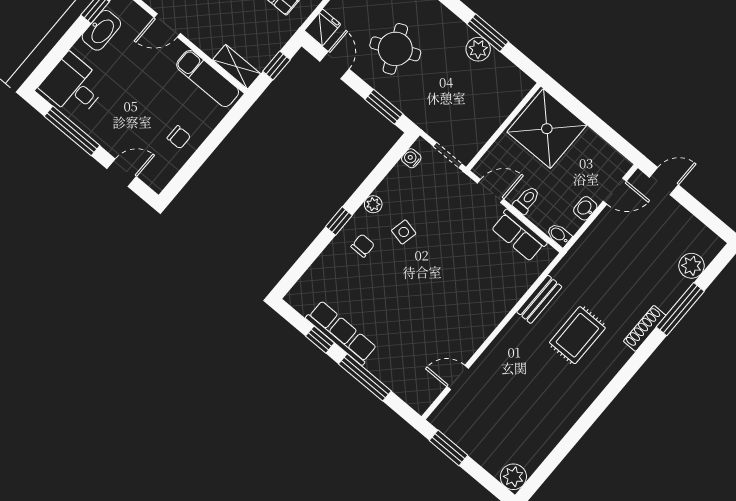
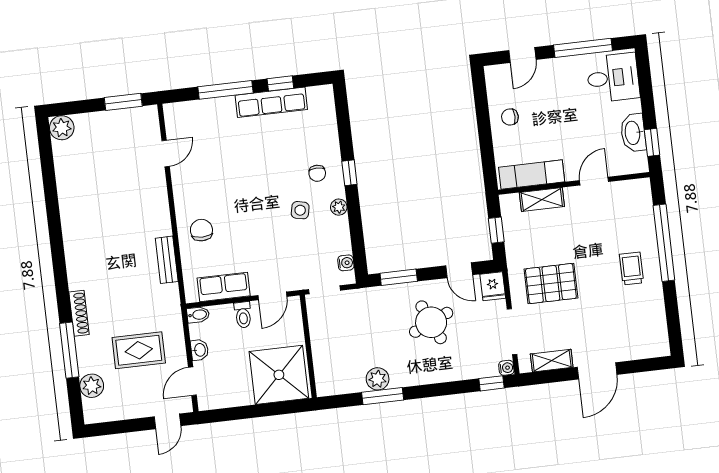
shelving: (237, 67) -> (542, 200), moved
chair: (491, 294) -> (201, 230), added
rug: (577, 335) -> (139, 350), moved, turned 90

